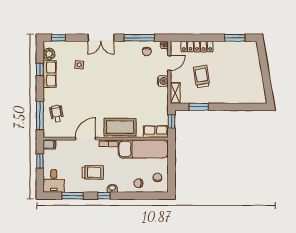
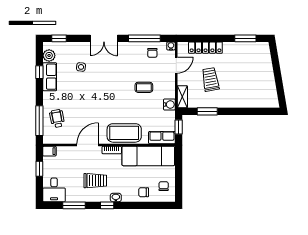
water cooler: (163, 81) -> (169, 104), moved
coffee table: (139, 84) -> (144, 87), added

